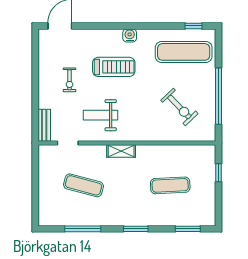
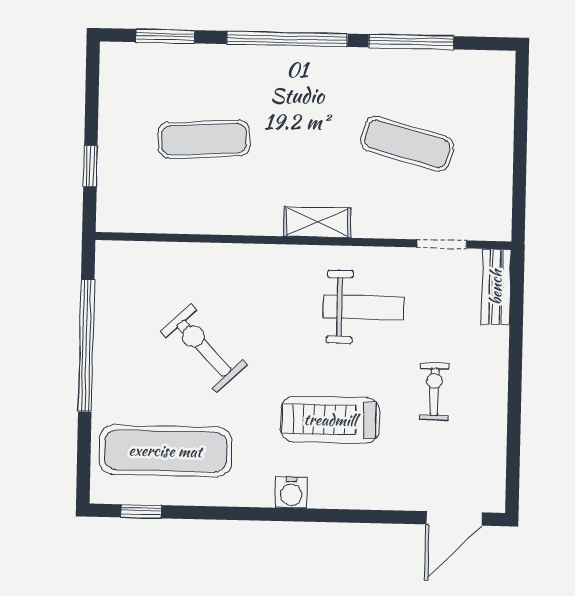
exercise bike: (179, 107) -> (204, 348), moved
window: (136, 229) -> (287, 39), width x2.11

